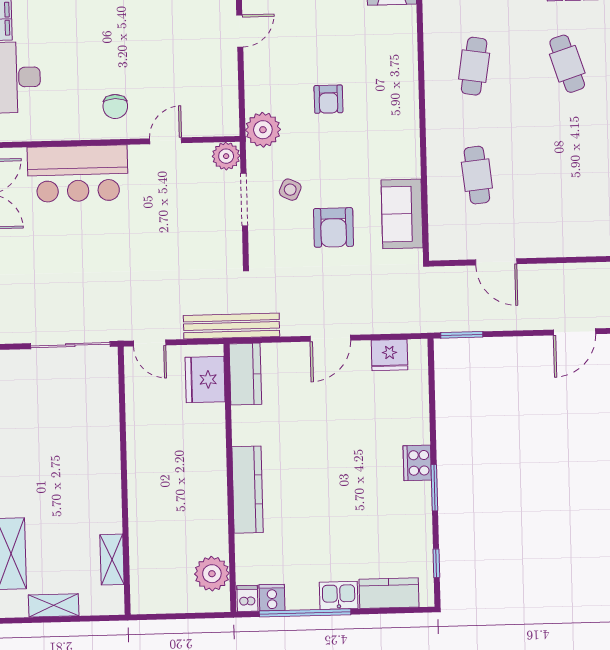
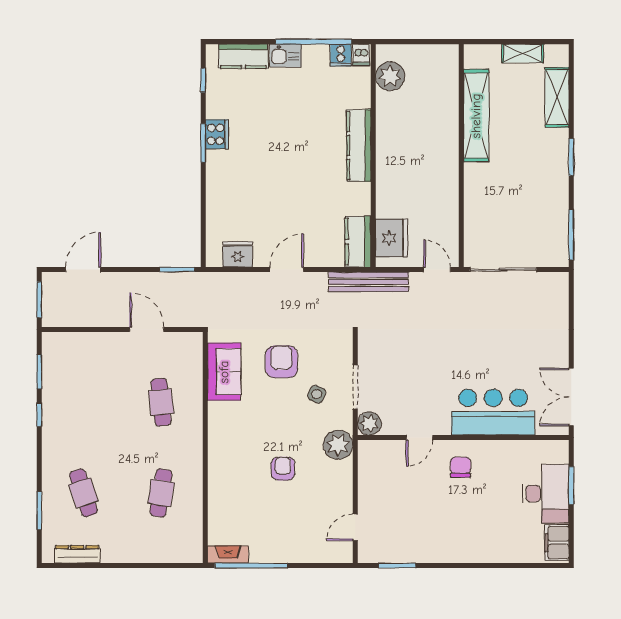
cooker: (417, 463) -> (217, 134), moved
shelving: (112, 560) -> (476, 116), width x2.20, depth x1.33

